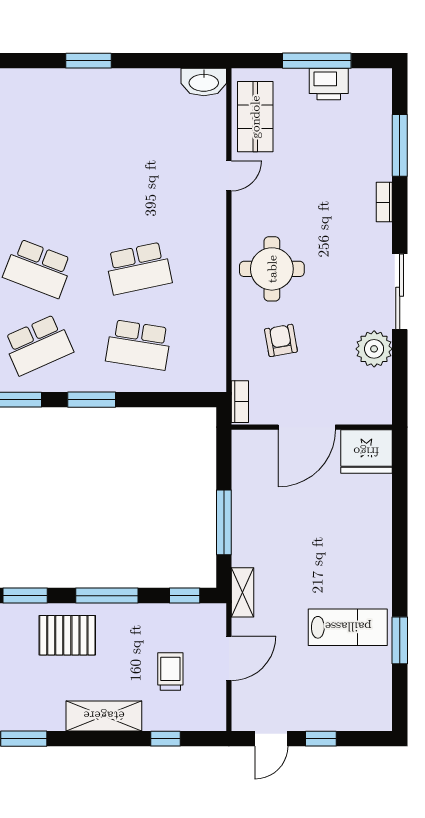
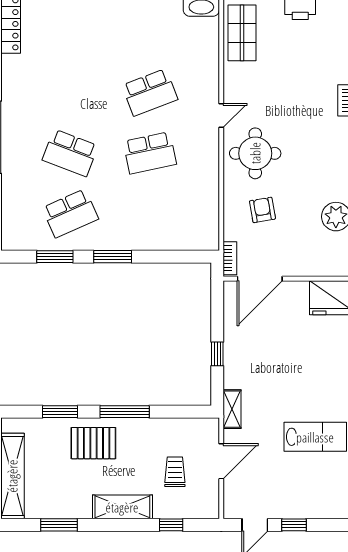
door: (229, 176) -> (221, 115), moved
school desk: (139, 345) -> (150, 92), moved, turned -30
door: (307, 427) -> (260, 279), moved
window: (224, 522) -> (217, 354), width x0.46
window: (185, 596) -> (186, 412), removed

